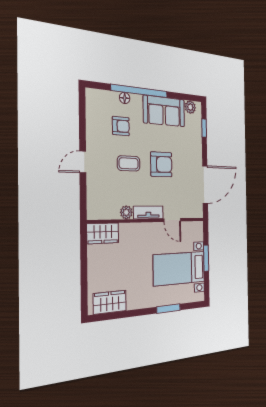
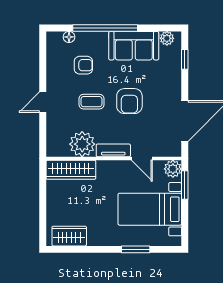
floor lamp: (125, 98) -> (69, 37), moved
armchair: (161, 164) -> (129, 101), turned 90
plant: (126, 212) -> (82, 144), width x1.87, depth x1.87
plant: (197, 229) -> (173, 169), added
wardrobe: (103, 233) -> (71, 170), width x1.50
window: (206, 258) -> (185, 185), moved

